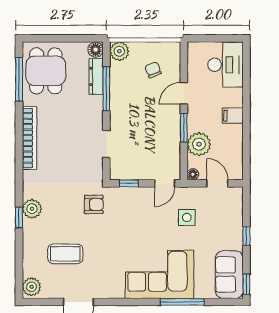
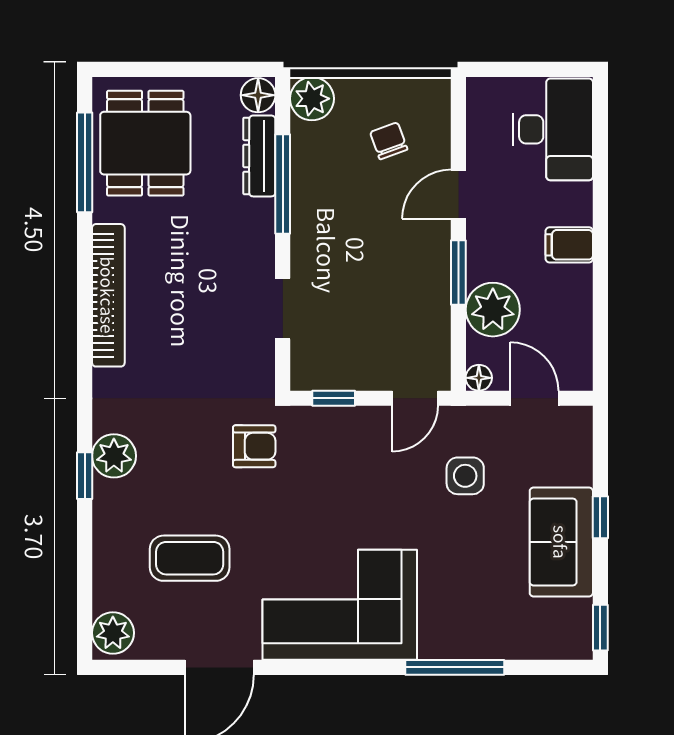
corner sofa: (160, 274) -> (340, 605), moved
sofa: (229, 275) -> (561, 542), moved

